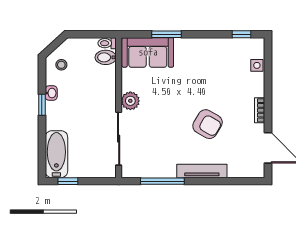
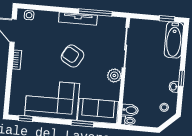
corner sofa: (209, 62) -> (52, 100), added
side table: (257, 65) -> (29, 15), moved
armchair: (208, 124) -> (72, 56), moved
tv unit: (202, 171) -> (78, 19), moved

